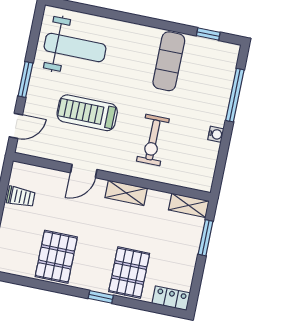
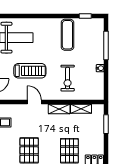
treadmill: (87, 113) -> (30, 71), turned 180
door: (84, 171) -> (34, 102), swing flipped
shelving: (189, 205) -> (81, 109), moved

